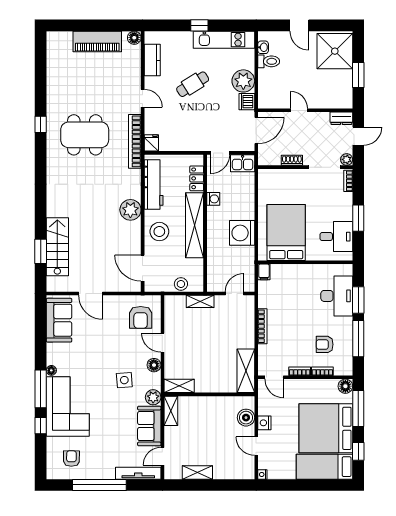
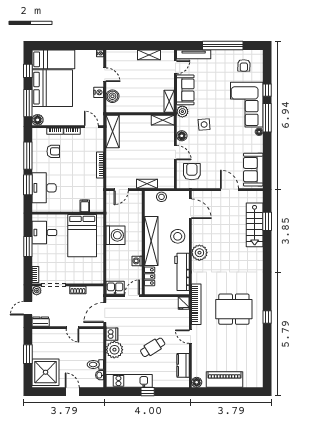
filing cabinet: (264, 272) -> (85, 206), moved

